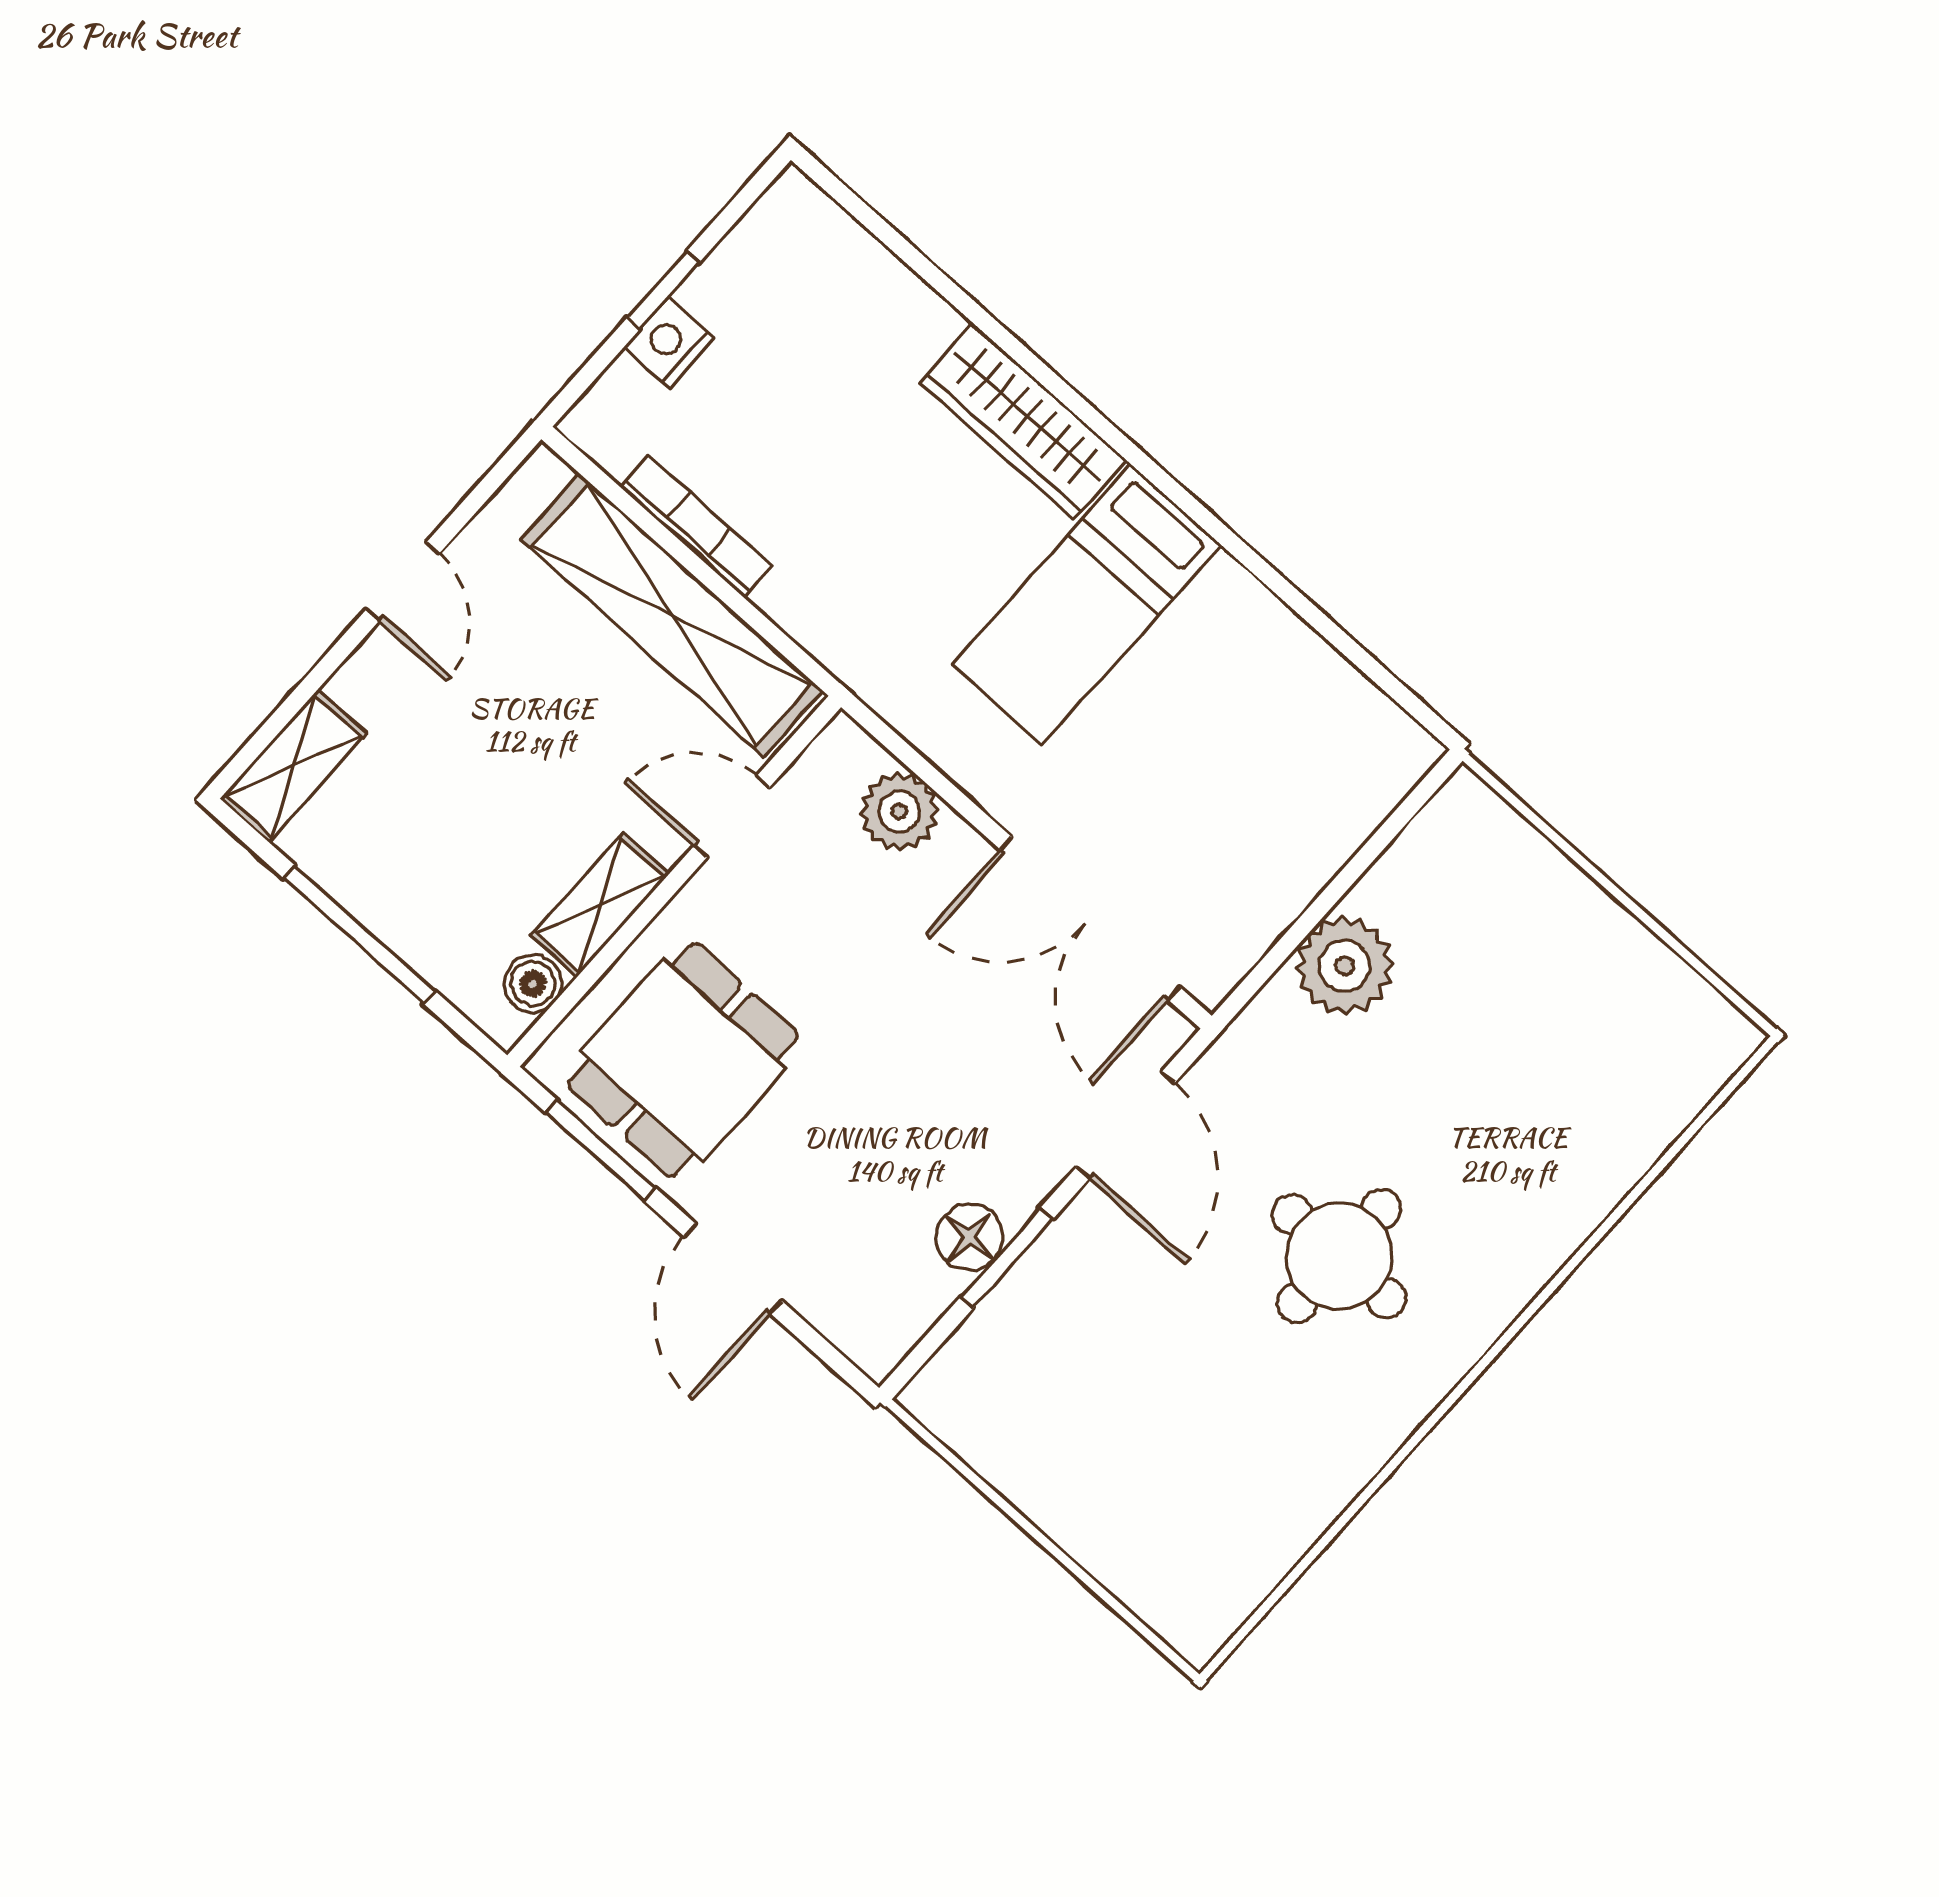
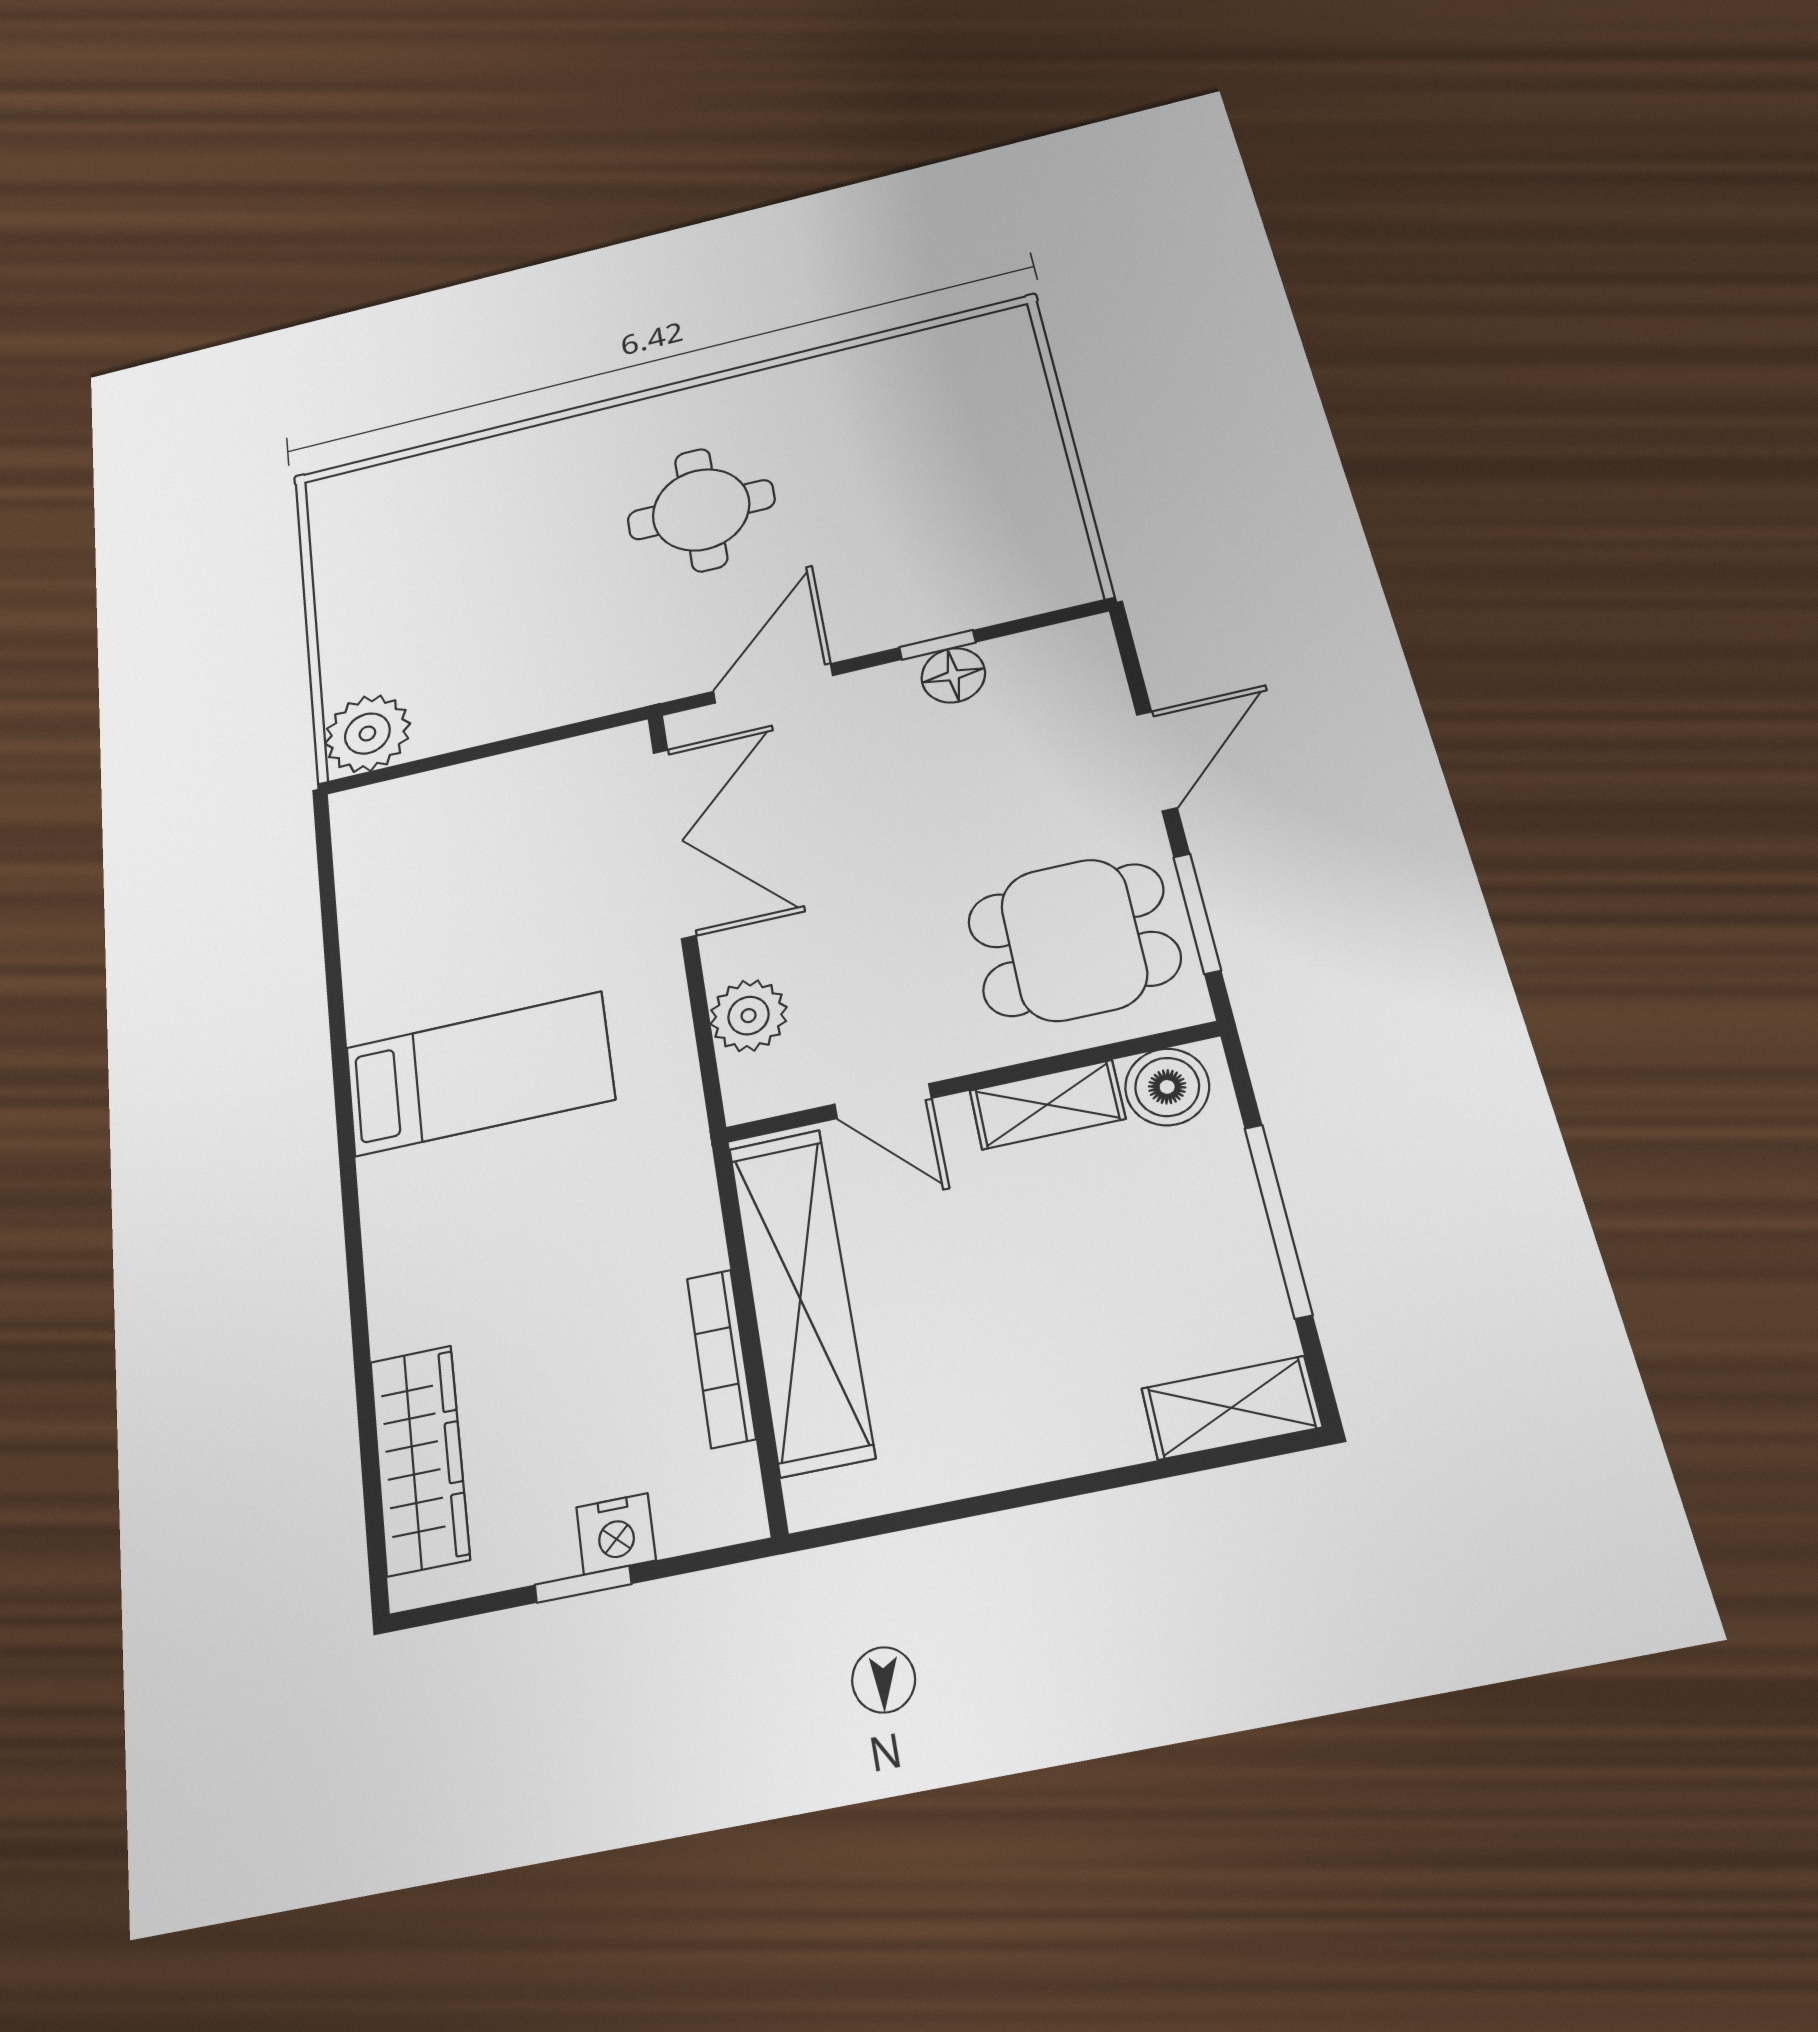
wardrobe: (1023, 421) -> (419, 1459), moved
door: (403, 581) -> (1008, 1500), removed
plant: (1345, 966) -> (367, 733), moved
boiler: (533, 984) -> (1167, 1087), width x1.36, depth x1.36
window: (1007, 1258) -> (937, 645), width x0.67

